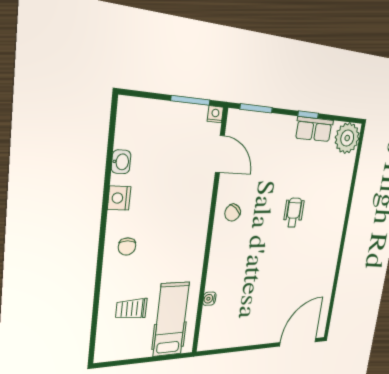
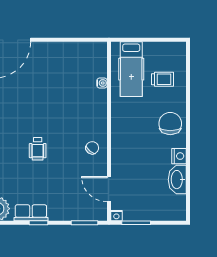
washbasin: (121, 162) -> (177, 180), width x1.91, depth x1.45
chair: (127, 247) -> (170, 124), width x1.87, depth x1.87

